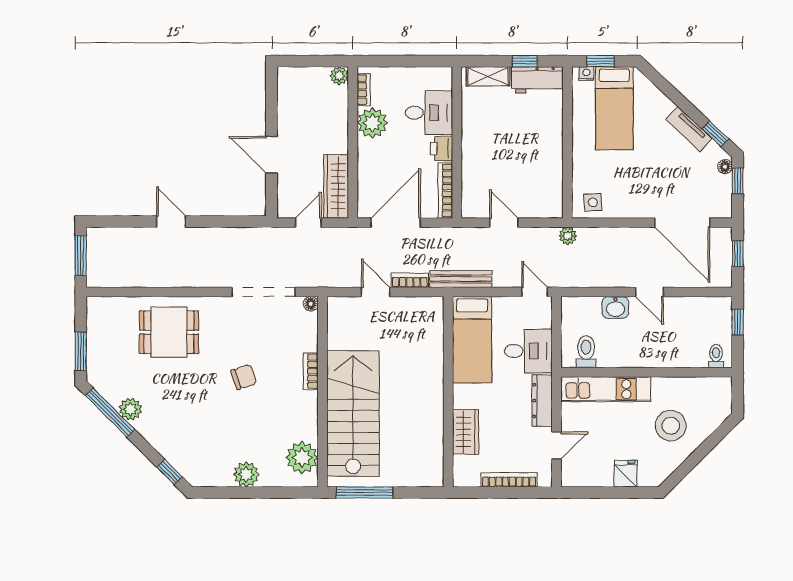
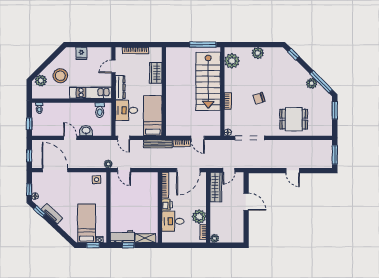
door: (504, 223) -> (124, 170), moved
plant: (713, 415) -> (41, 81), added

